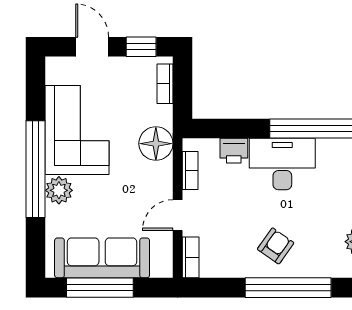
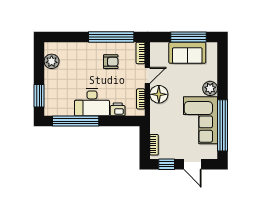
floor lamp: (156, 144) -> (159, 94), moved
window: (35, 169) -> (222, 125), moved
armchair: (276, 246) -> (111, 62), moved, turned -125
sofa: (102, 258) -> (187, 53), width x0.73
window: (288, 288) -> (111, 37), moved

